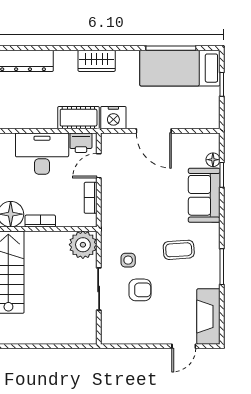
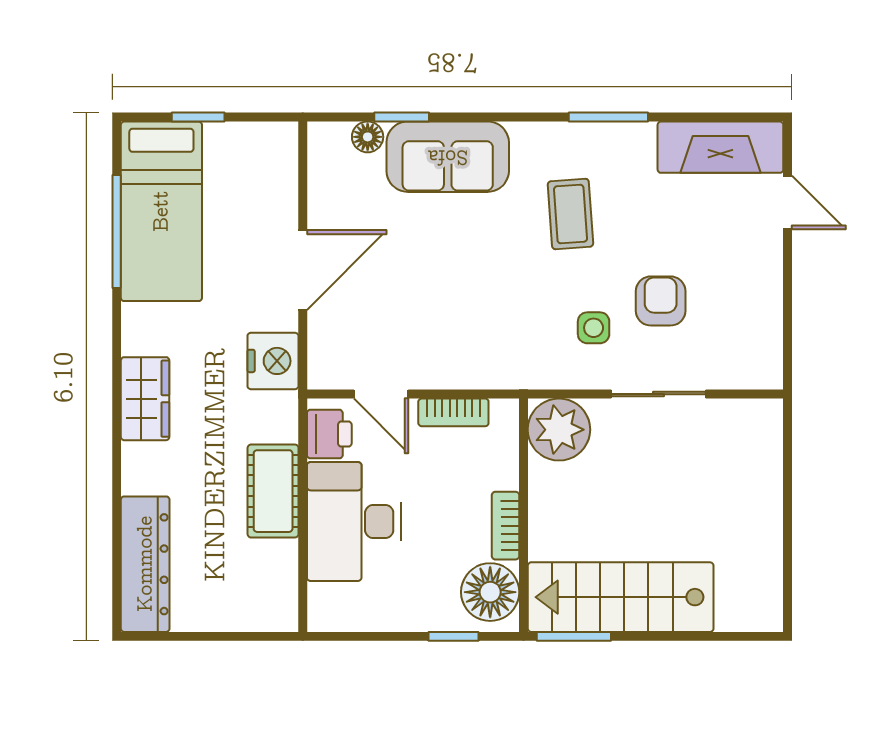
cot: (79, 118) -> (273, 491), moved

